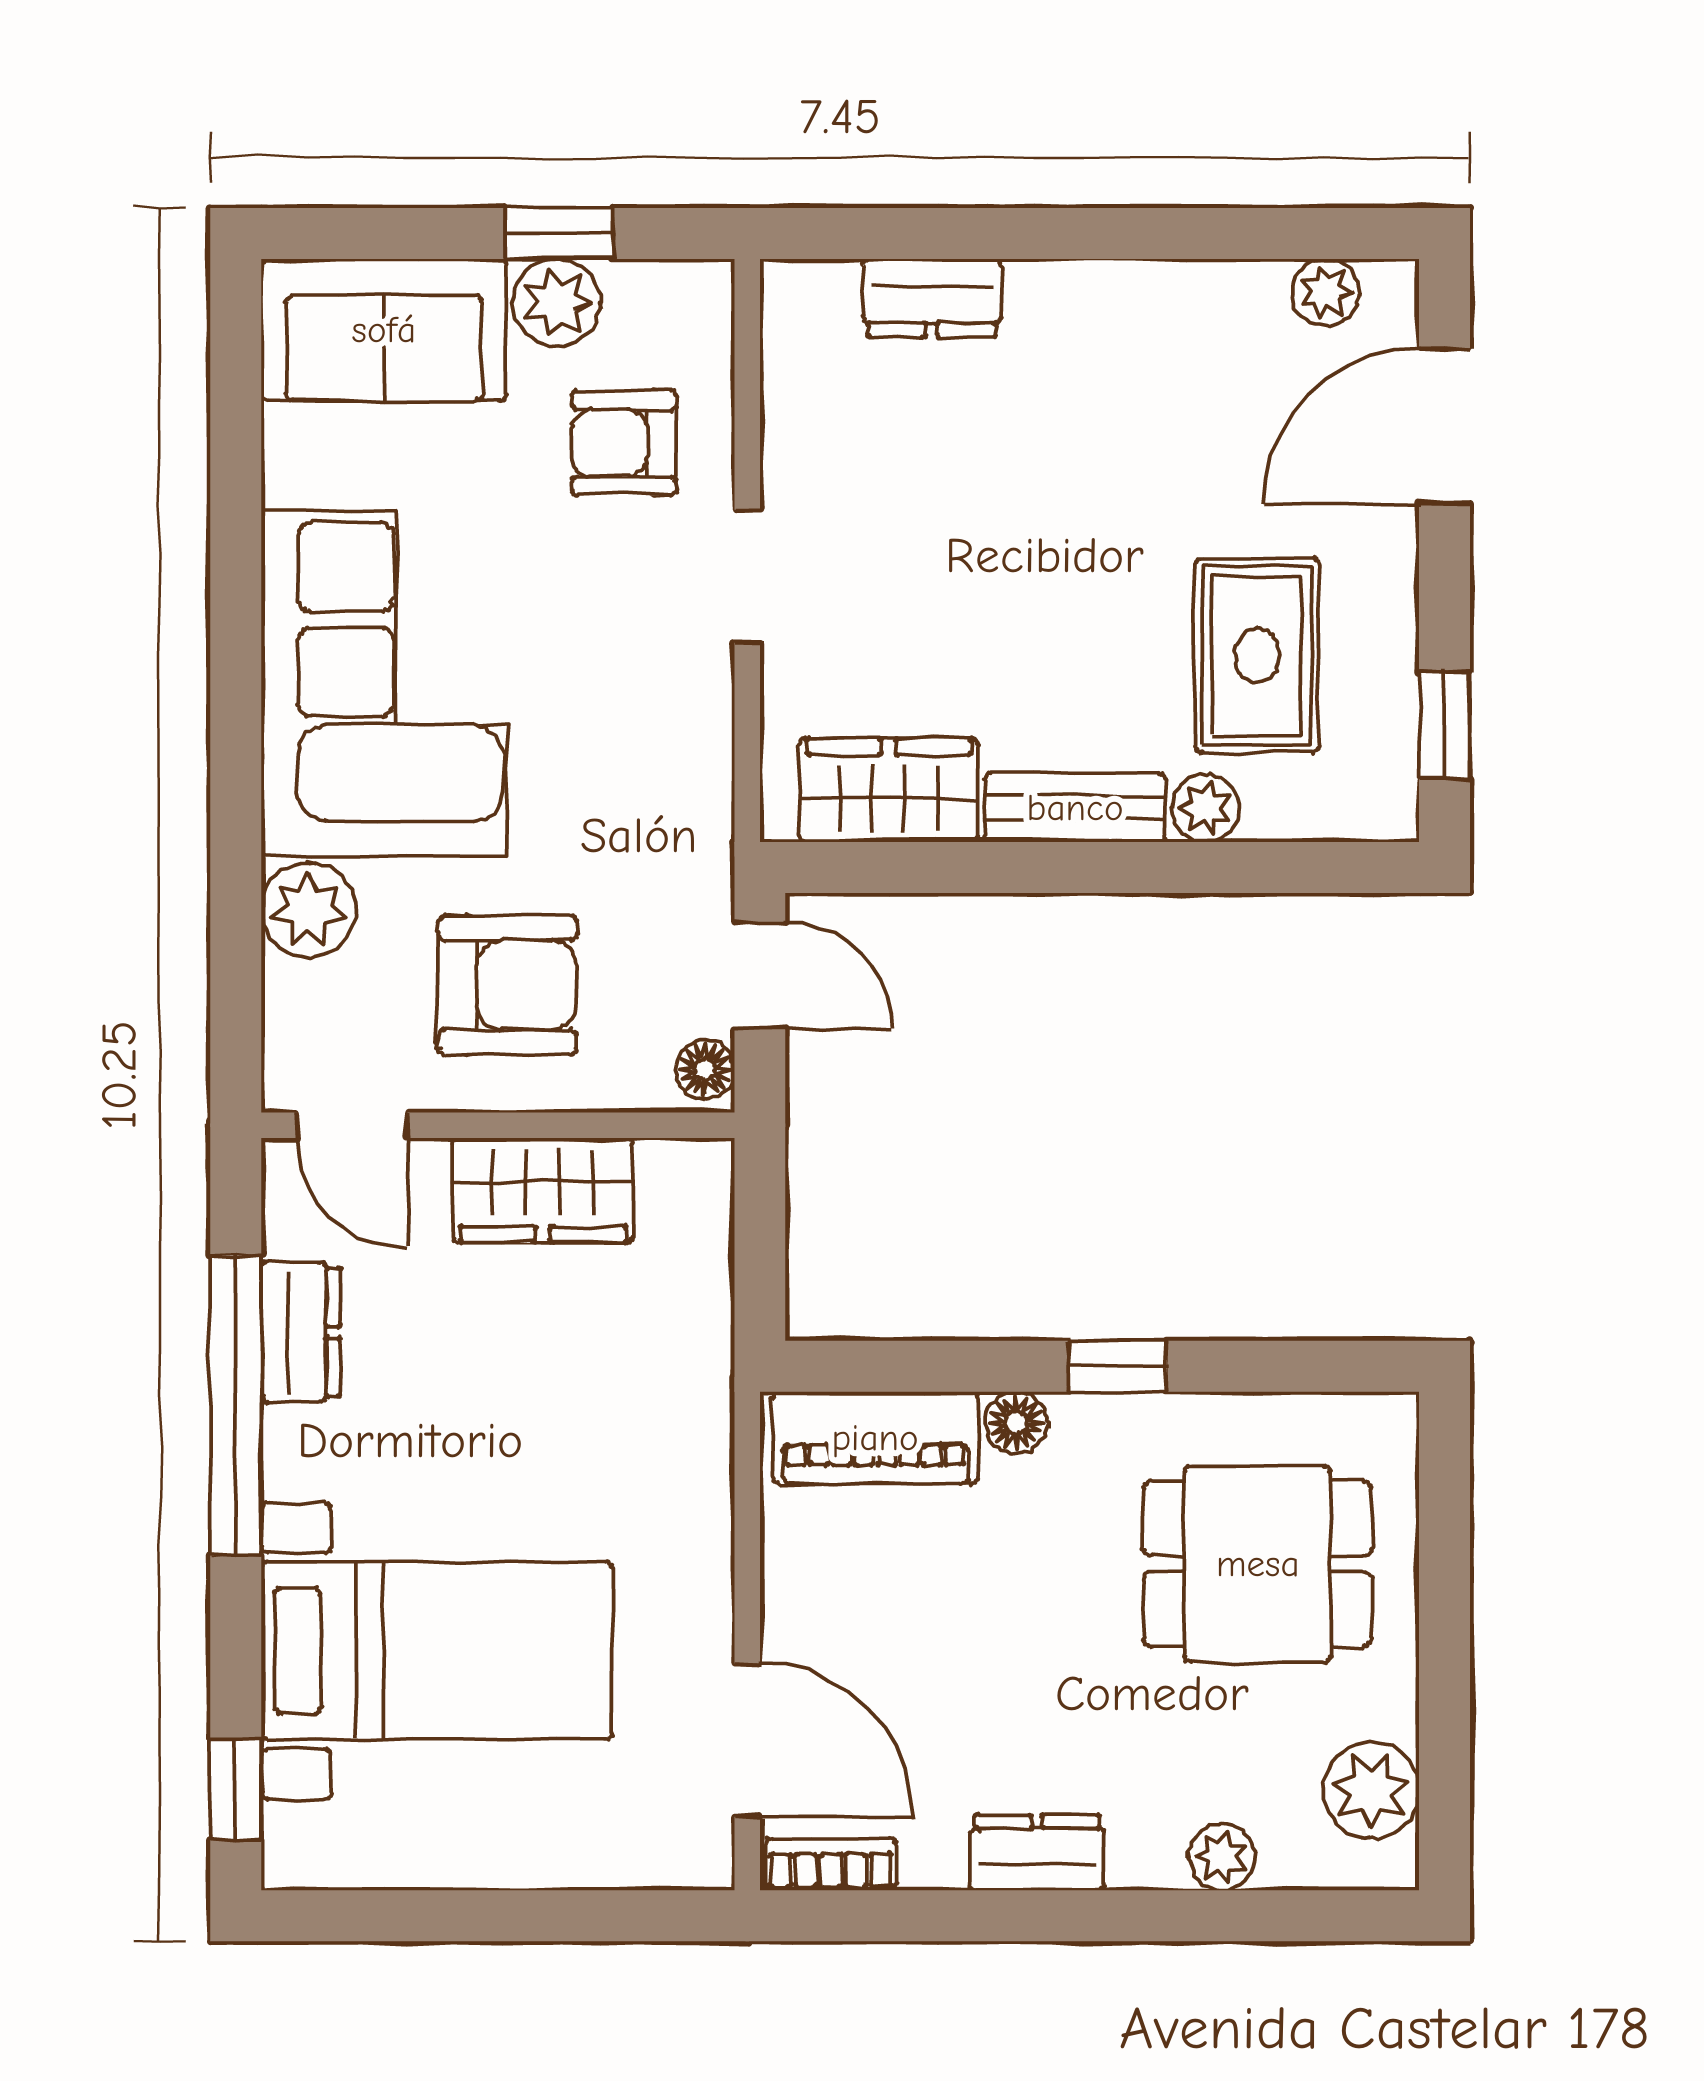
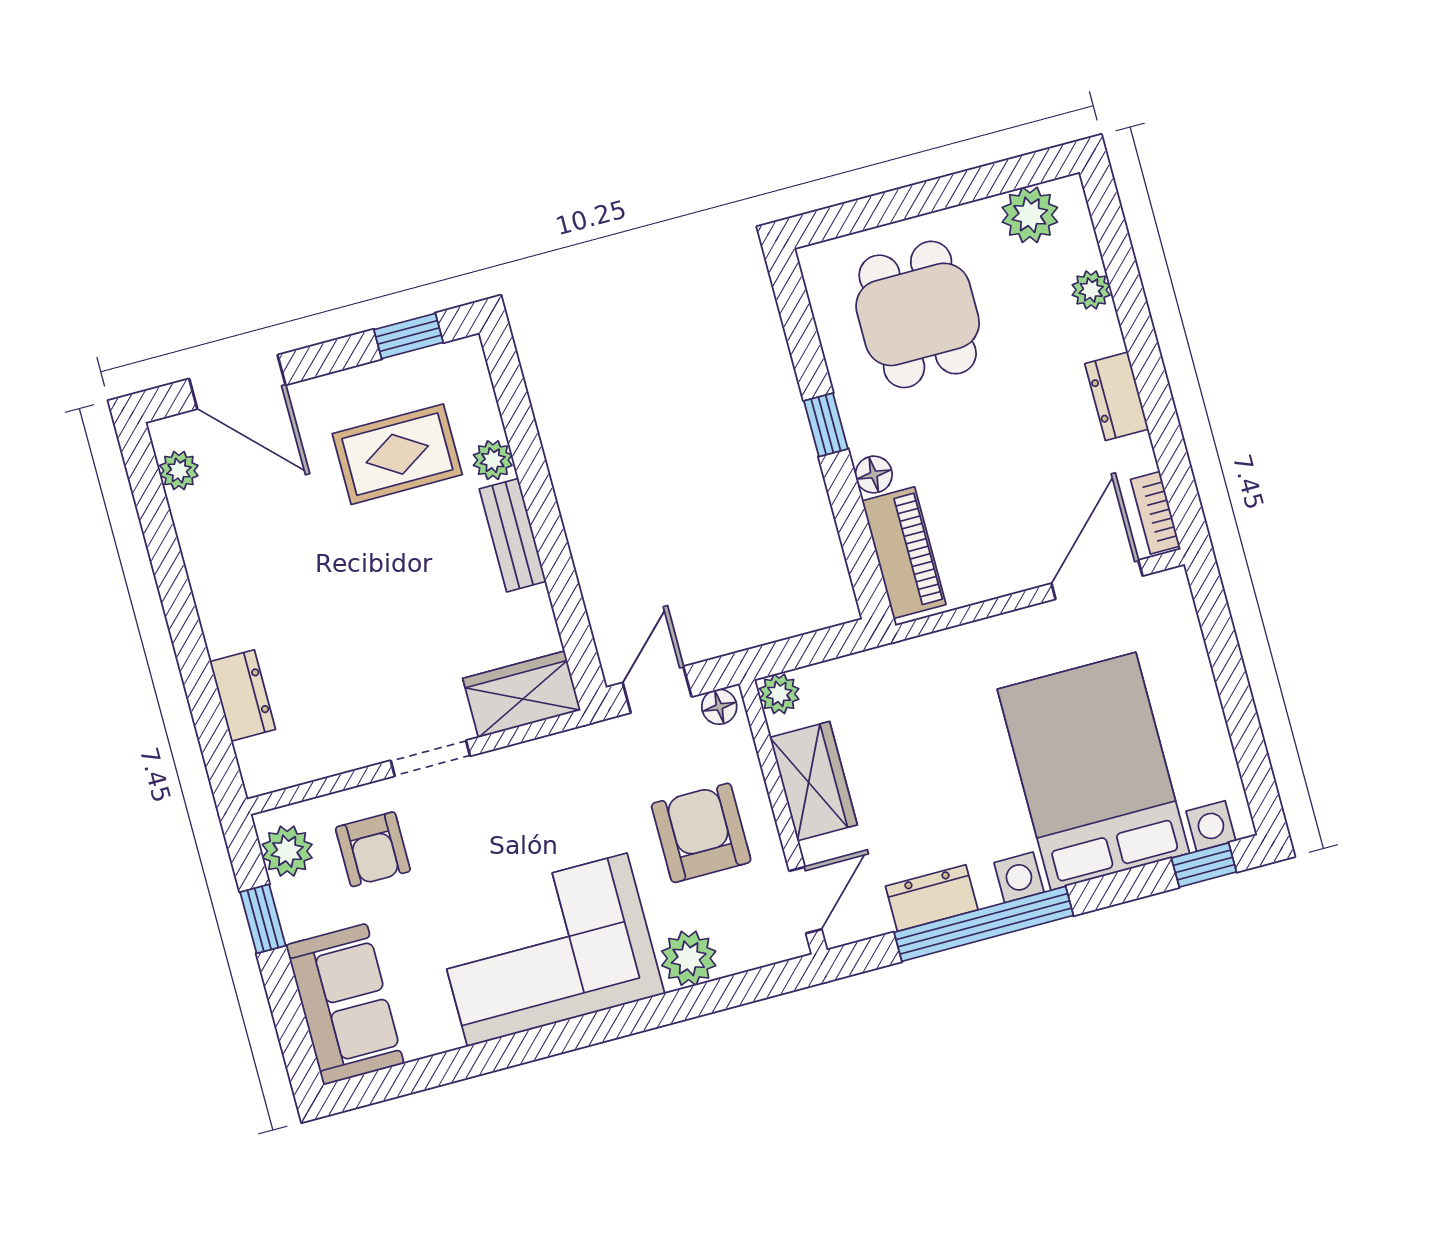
plant: (557, 303) -> (287, 851), moved
wardrobe: (889, 790) -> (522, 694), moved, turned 90
plant: (700, 1173) -> (779, 694), added
bed with nightstands: (437, 1651) -> (1093, 771), width x1.36

